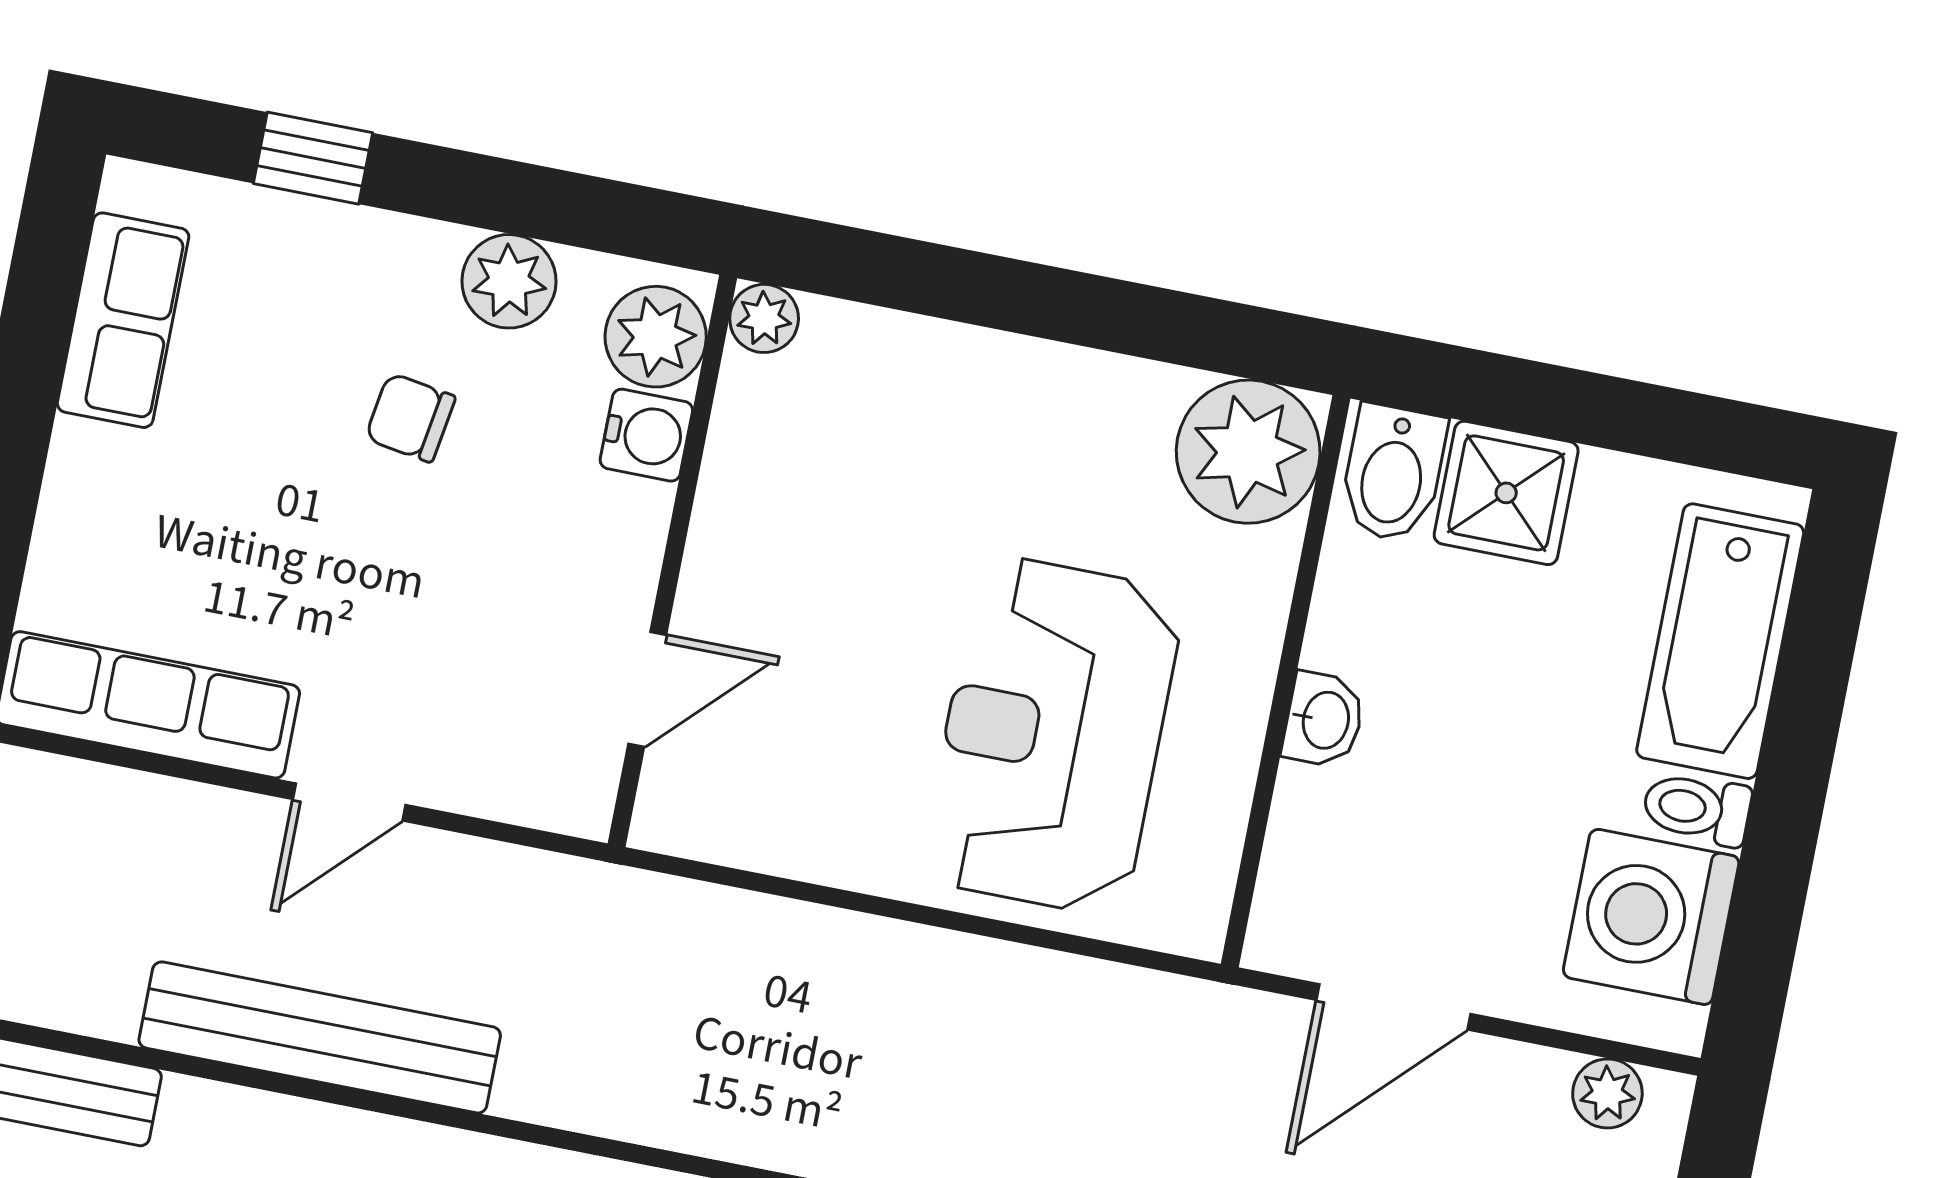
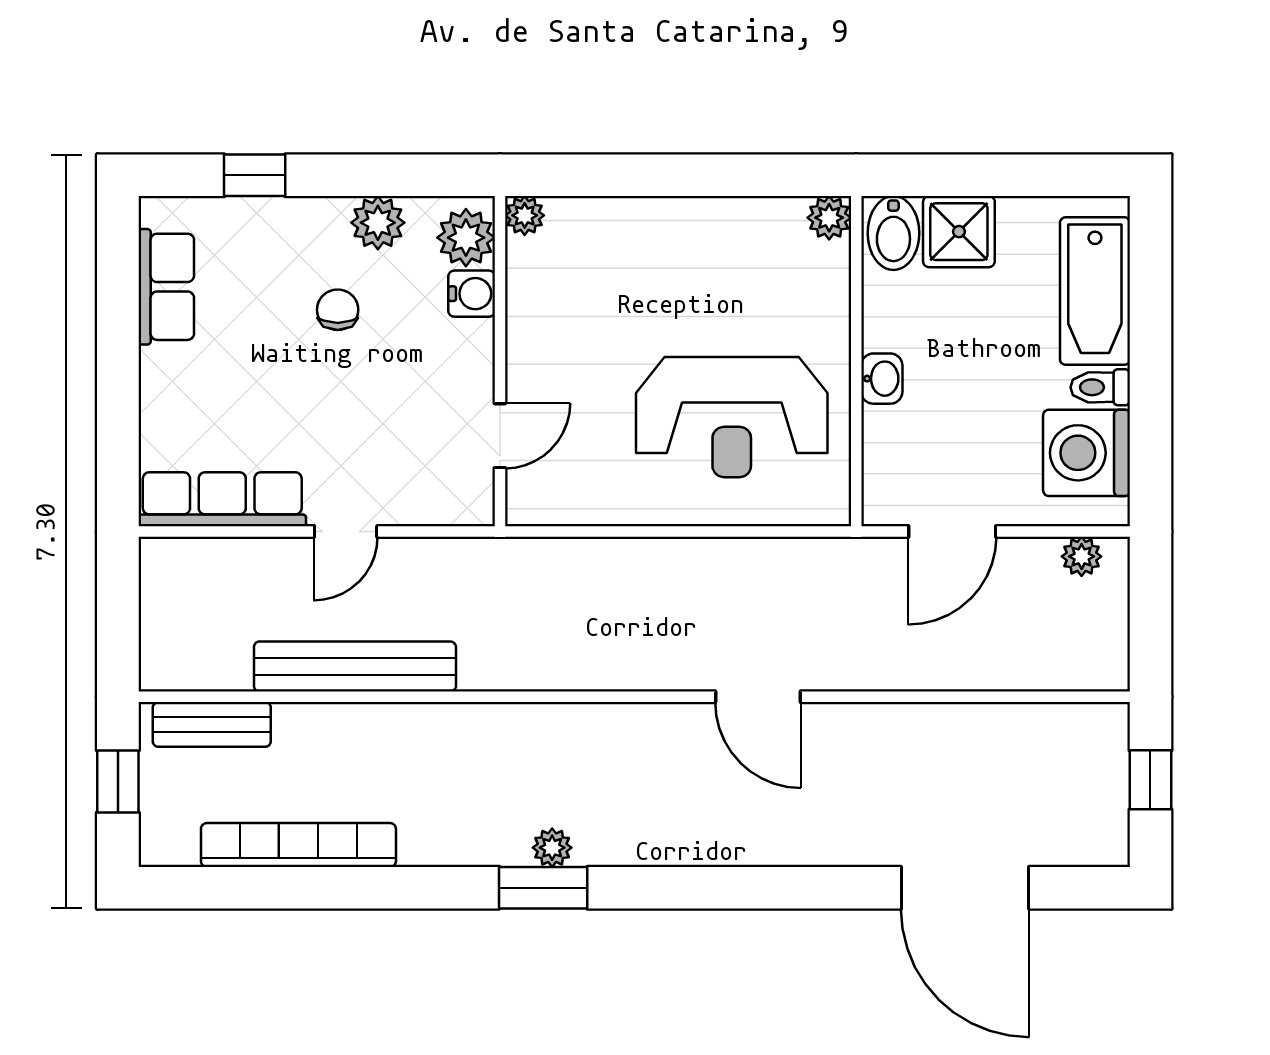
chair: (410, 418) -> (338, 310), turned 81
plant: (1248, 452) -> (829, 218), width x0.53, depth x0.53
reception desk: (1052, 735) -> (732, 417), turned -90

